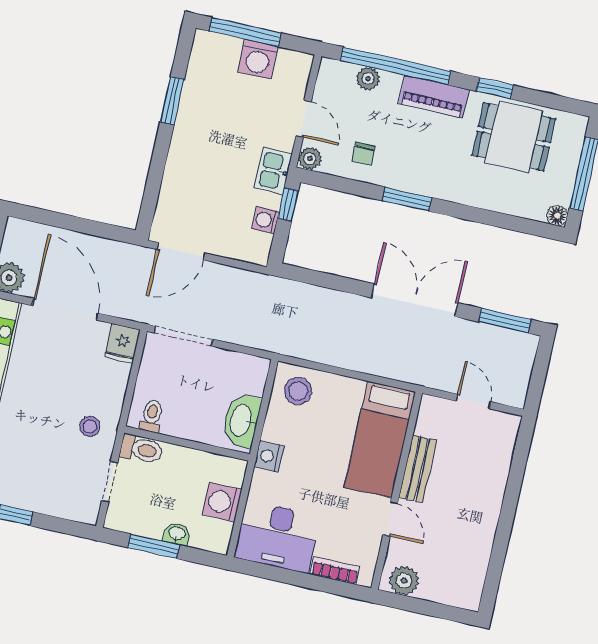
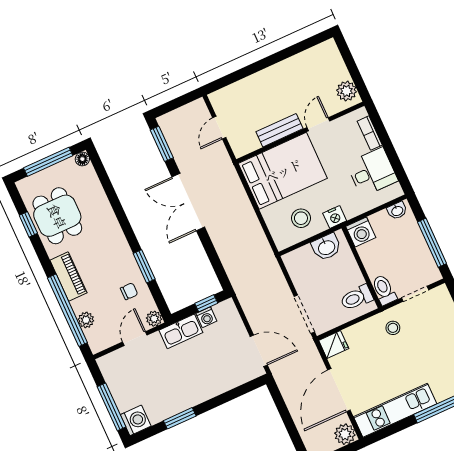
washing machine: (258, 59) -> (136, 420), moved
window: (495, 88) -> (28, 224), moved
kitchen sink: (273, 171) -> (181, 331), width x1.38
window: (407, 199) -> (144, 266), moved
window: (288, 205) -> (206, 303), moved
stool: (298, 391) -> (301, 218), moved
toilet: (152, 416) -> (357, 298), width x1.37, depth x1.39
washbasin: (241, 420) -> (326, 247), width x0.72
bed: (380, 439) -> (283, 171), width x1.50
washing machine: (222, 502) -> (361, 232), moved
washbasin: (177, 534) -> (397, 211), moved, turned -90
desk: (278, 537) -> (372, 172), width x0.73
window: (154, 546) -> (432, 243), width x1.44

